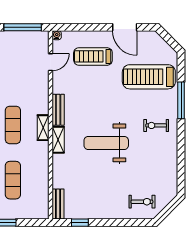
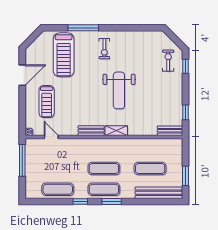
shelving: (43, 128) -> (106, 143), removed
window: (135, 223) -> (186, 66), added

